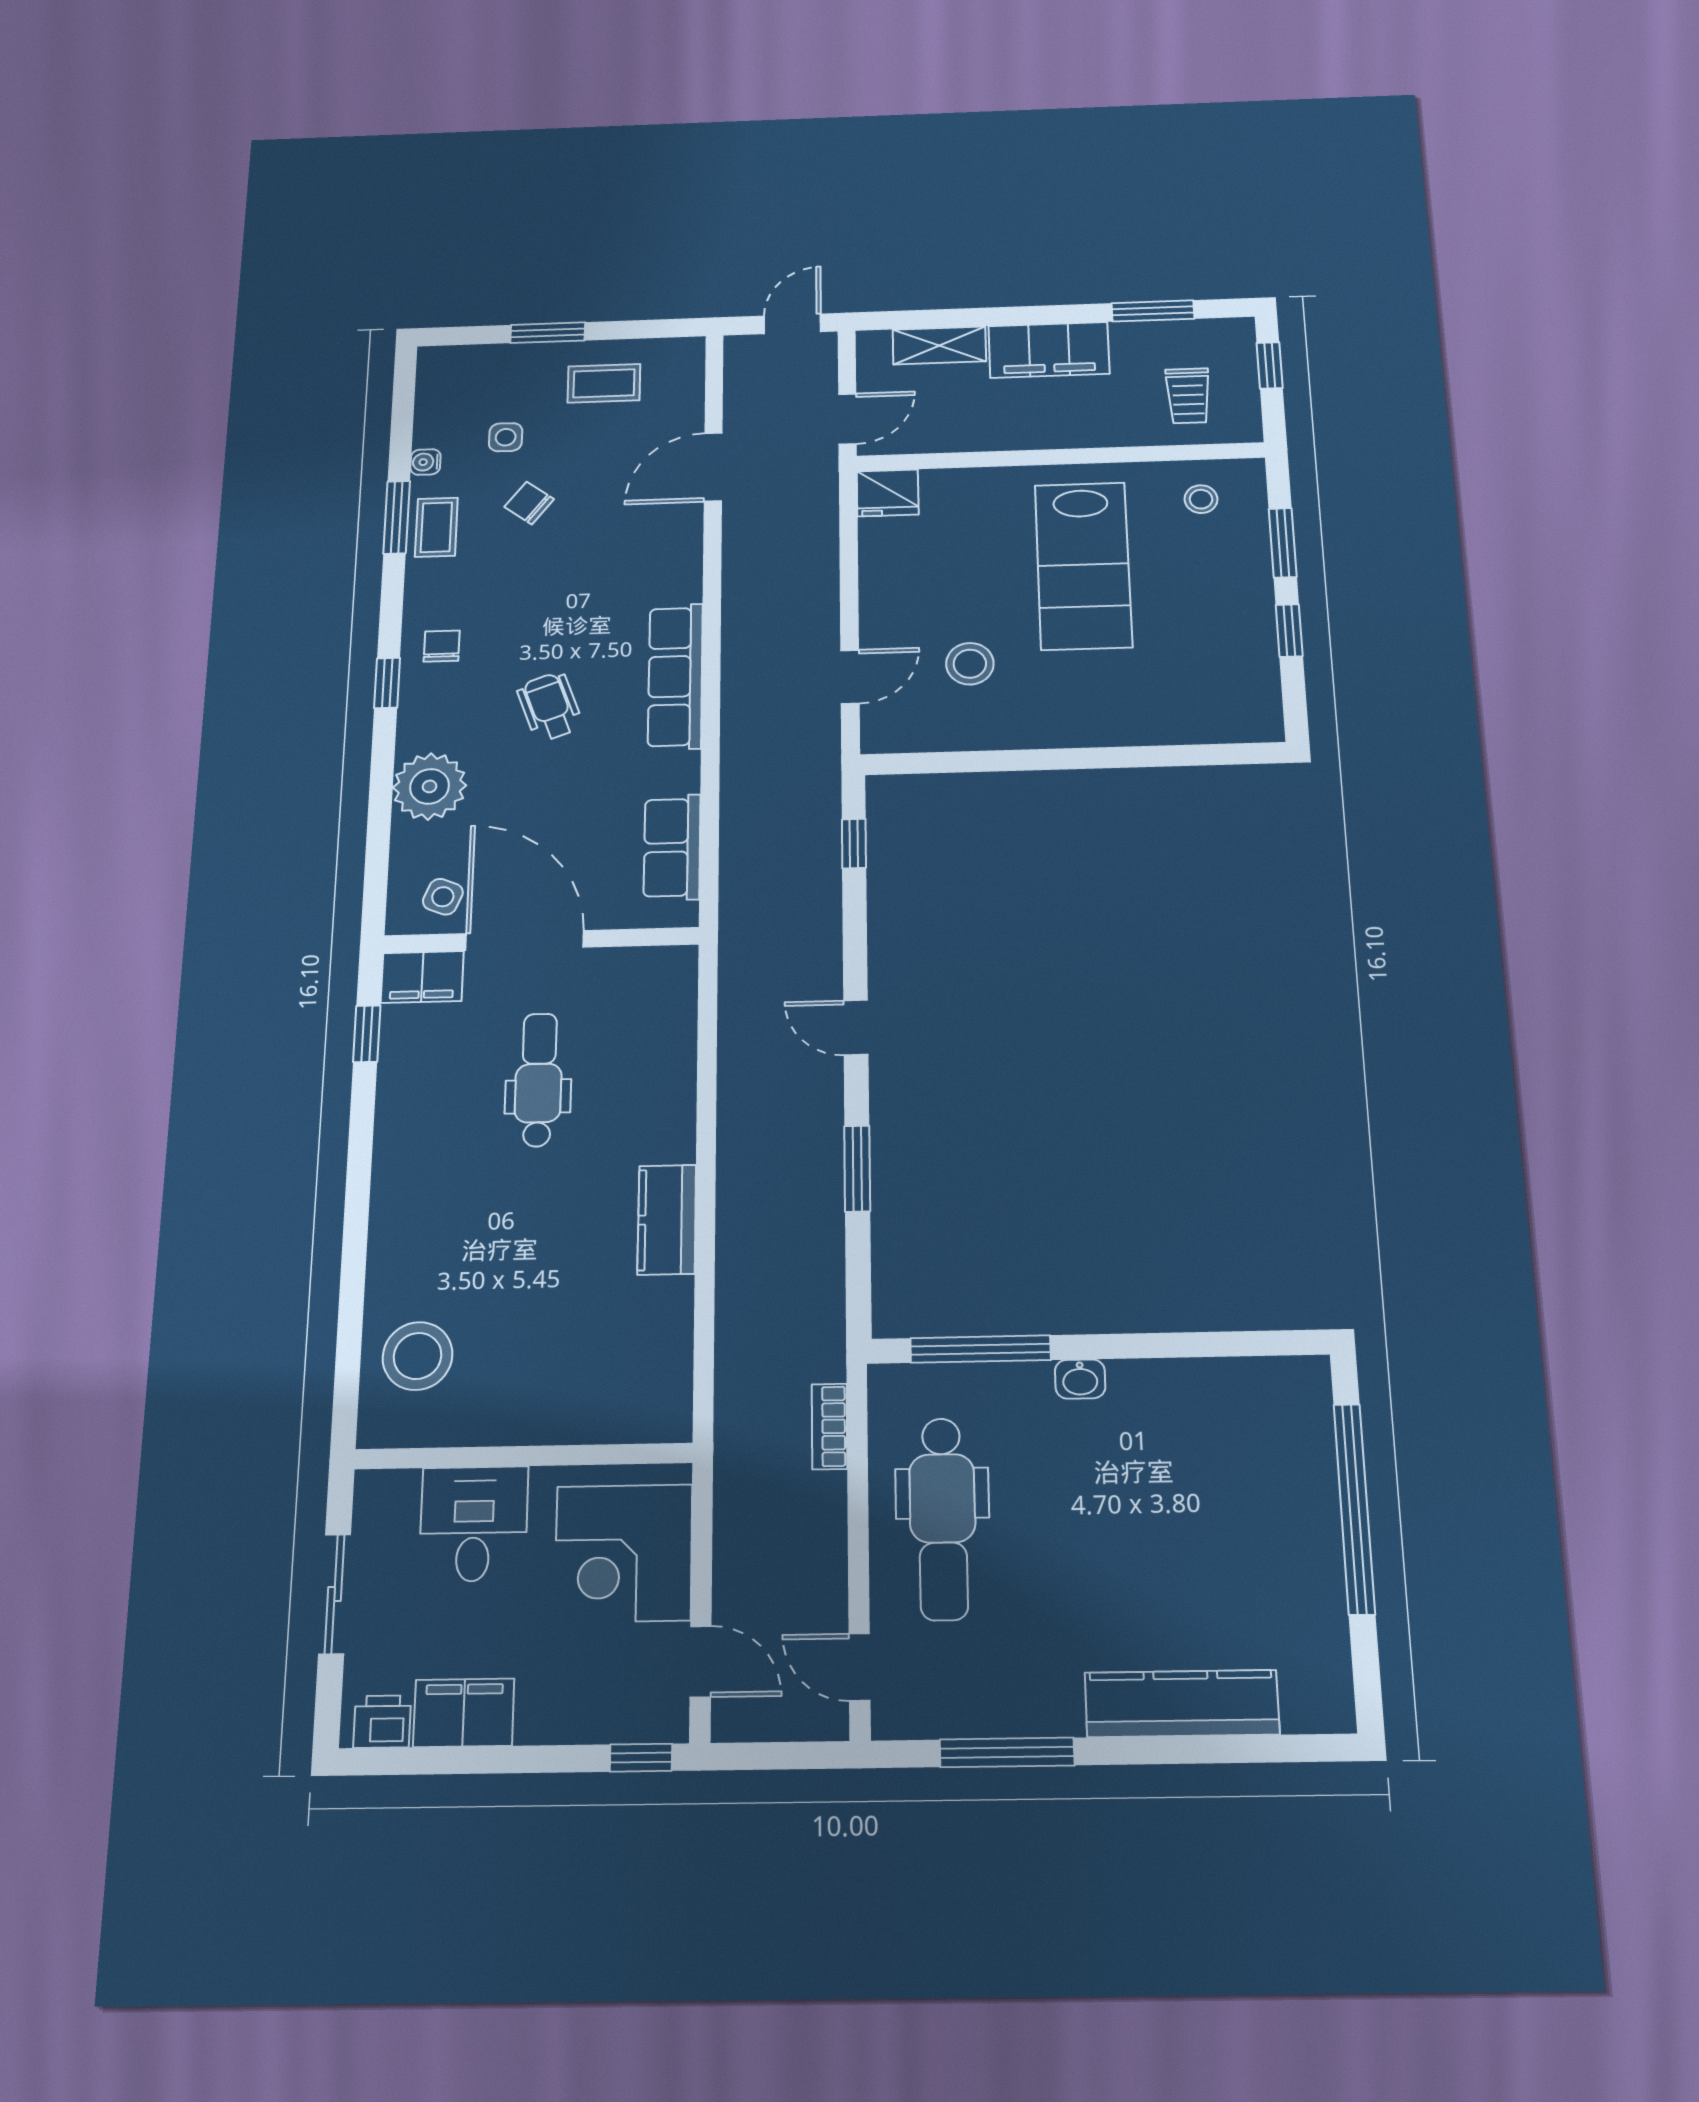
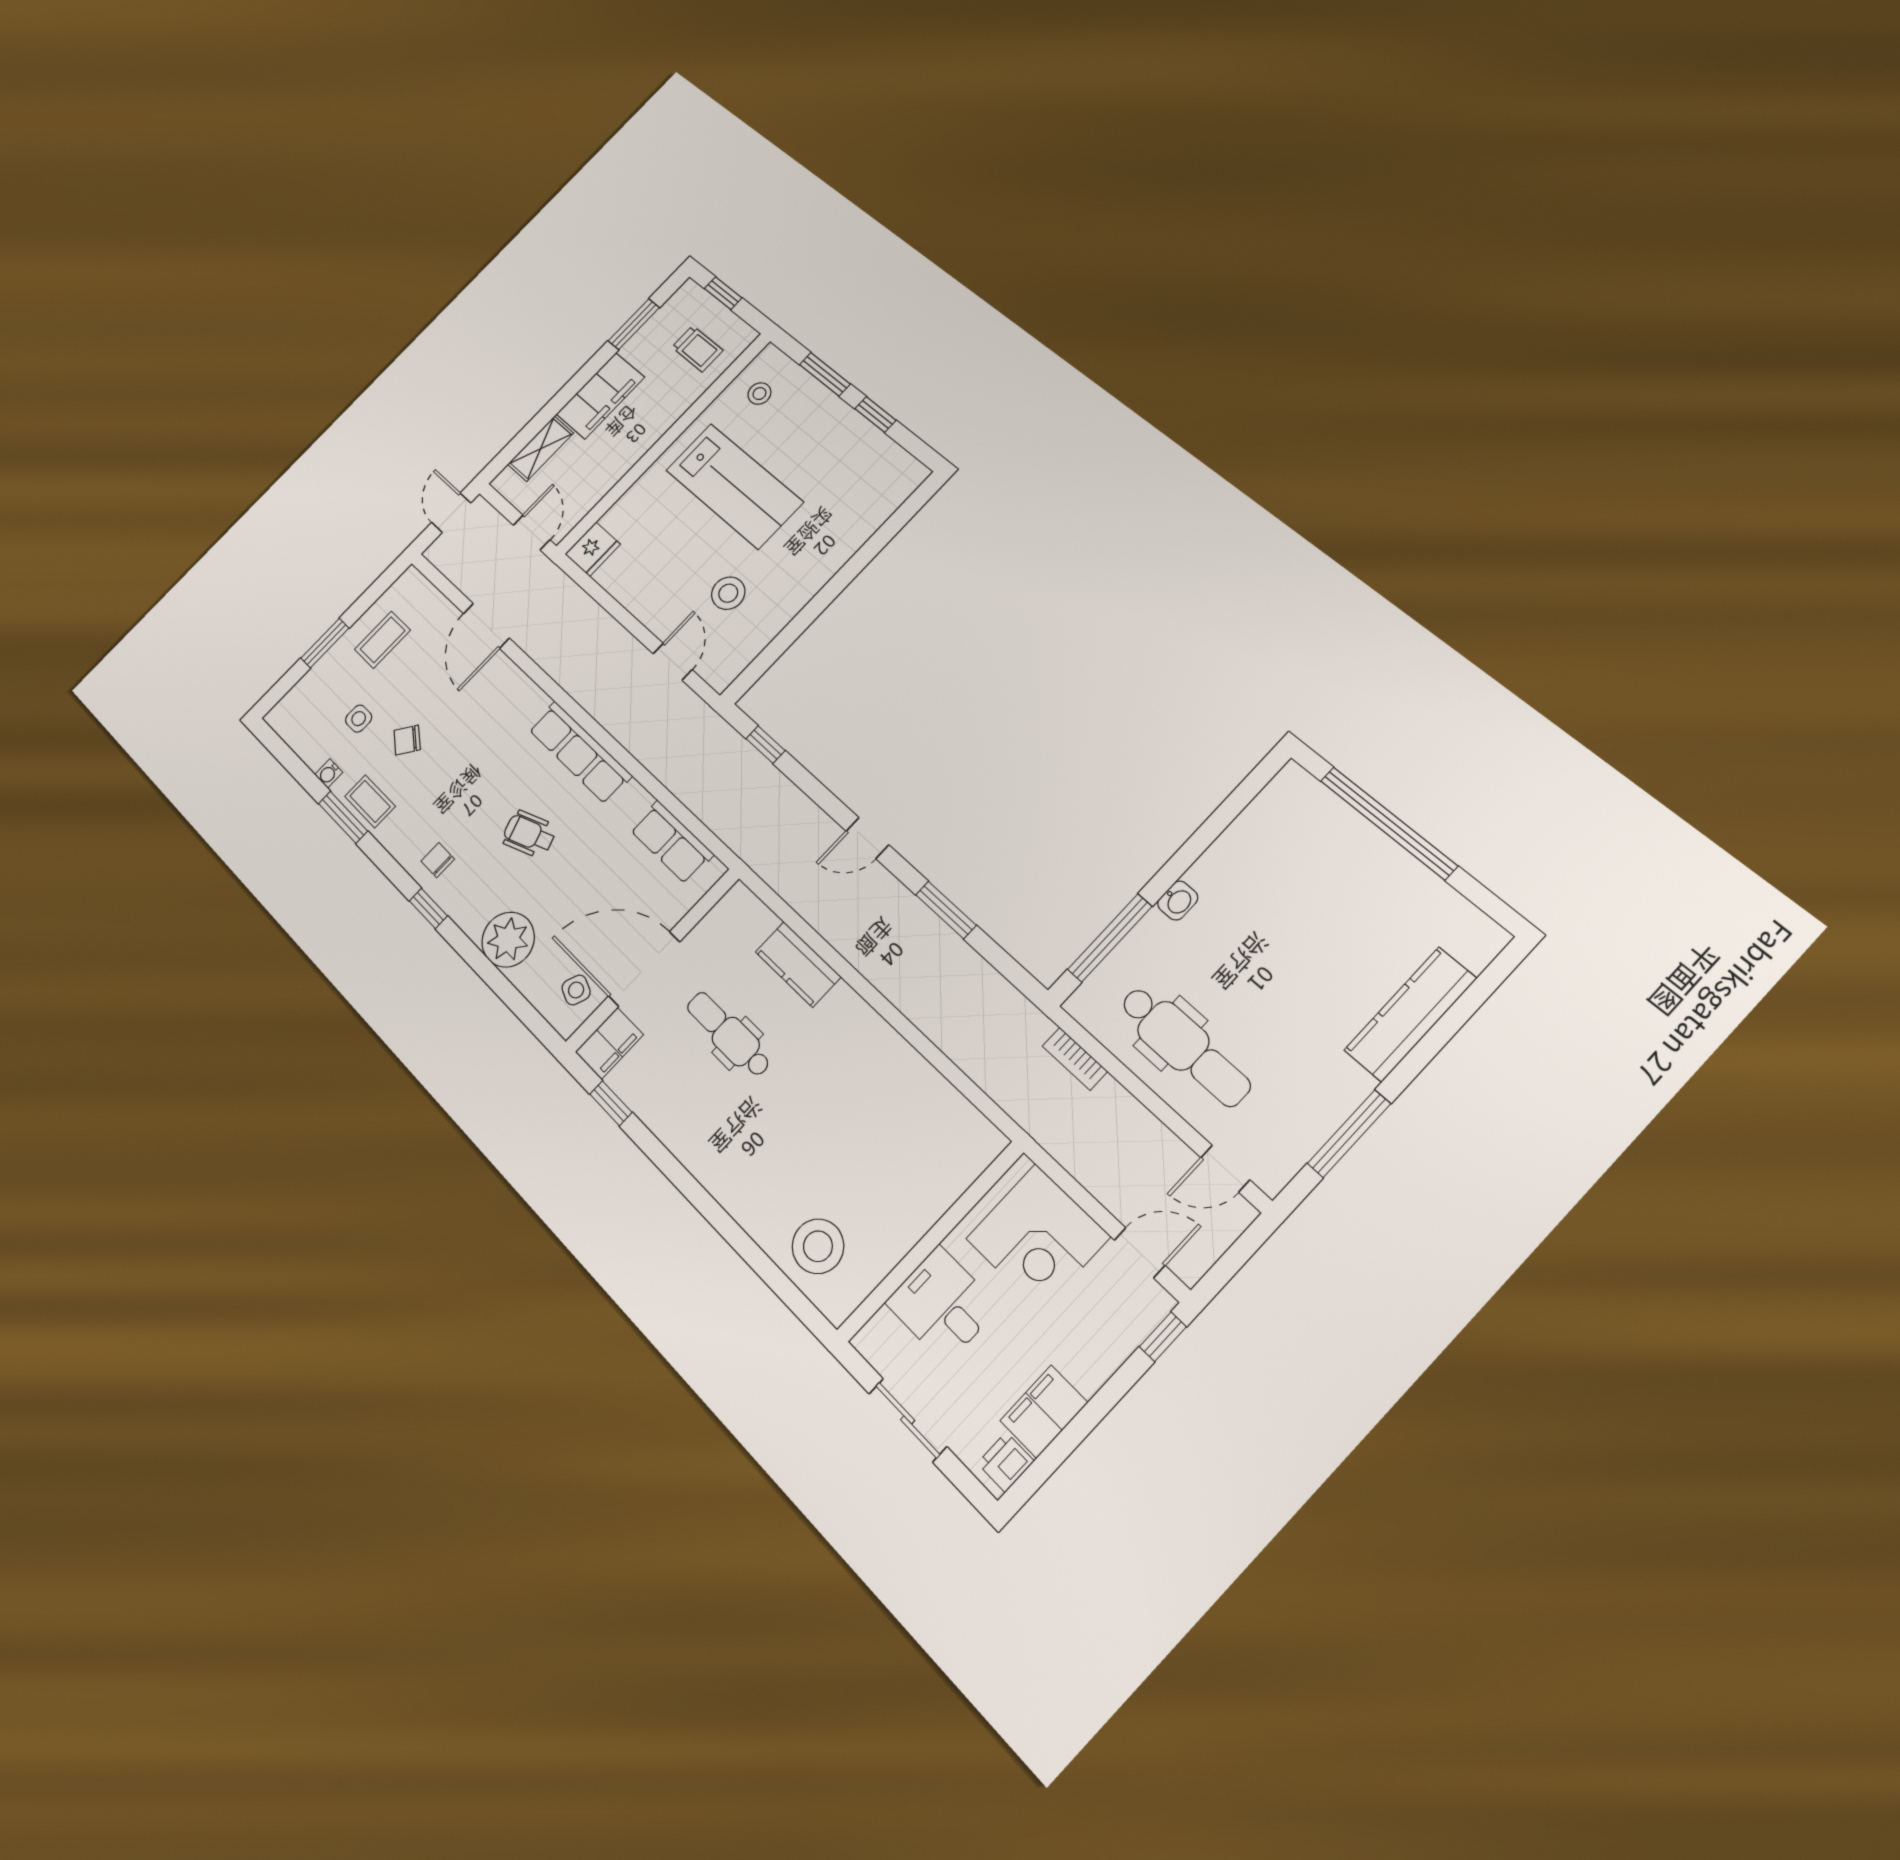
kitchen counter: (667, 1220) -> (798, 964), moved

